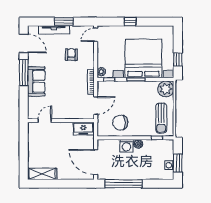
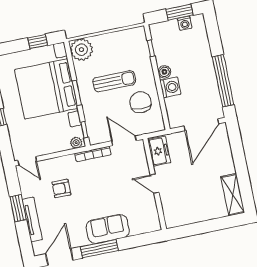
sun lounger: (161, 118) -> (114, 81), moved
door: (45, 121) -> (155, 184), moved
chair: (120, 123) -> (140, 102), turned 180

